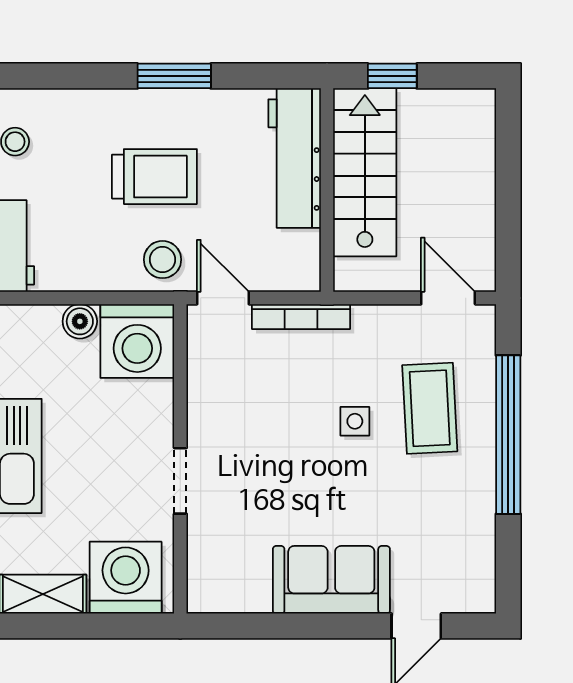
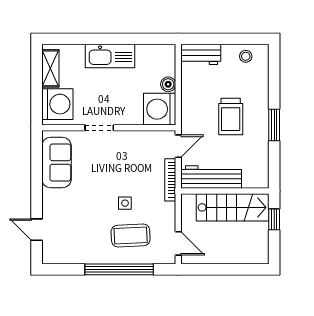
workbench: (295, 158) -> (211, 177), moved
stool: (162, 260) -> (195, 120), removed
door: (448, 298) -> (178, 243), hinge flipped
sofa: (331, 580) -> (56, 163), moved

